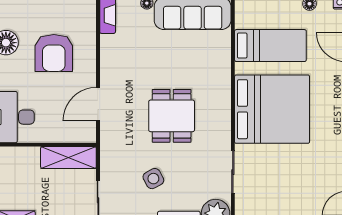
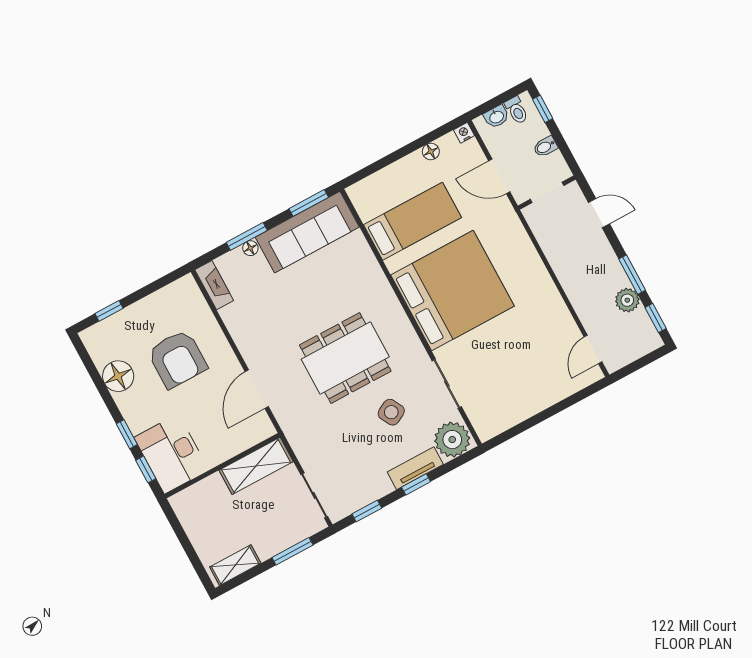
dining table: (172, 116) -> (345, 358), width x1.38
side table: (153, 179) -> (391, 412), moved

